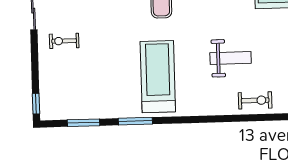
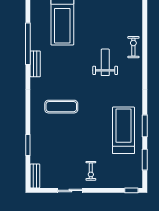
treadmill: (158, 77) -> (124, 130), moved, turned 90

